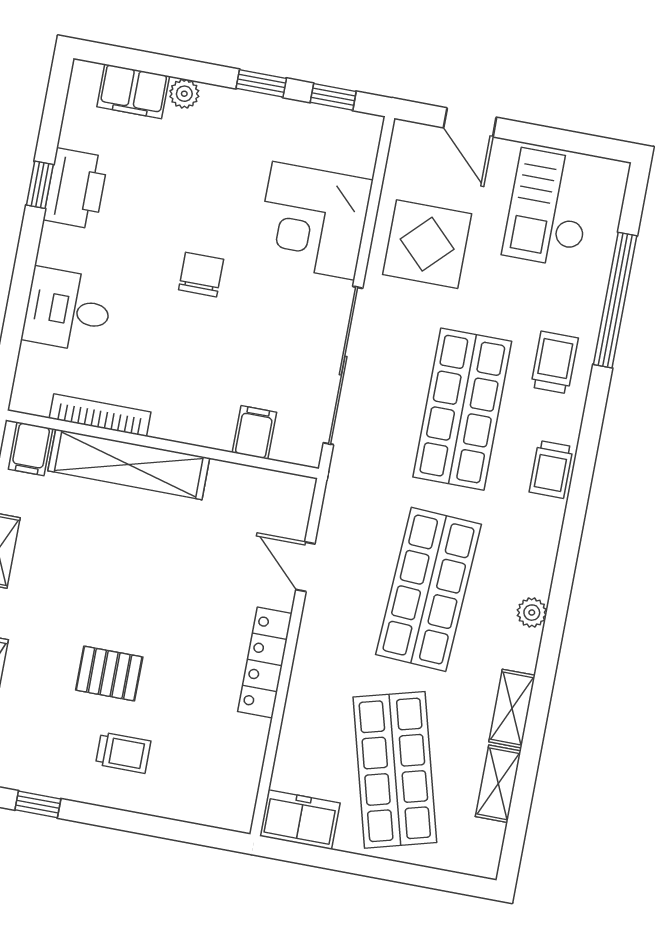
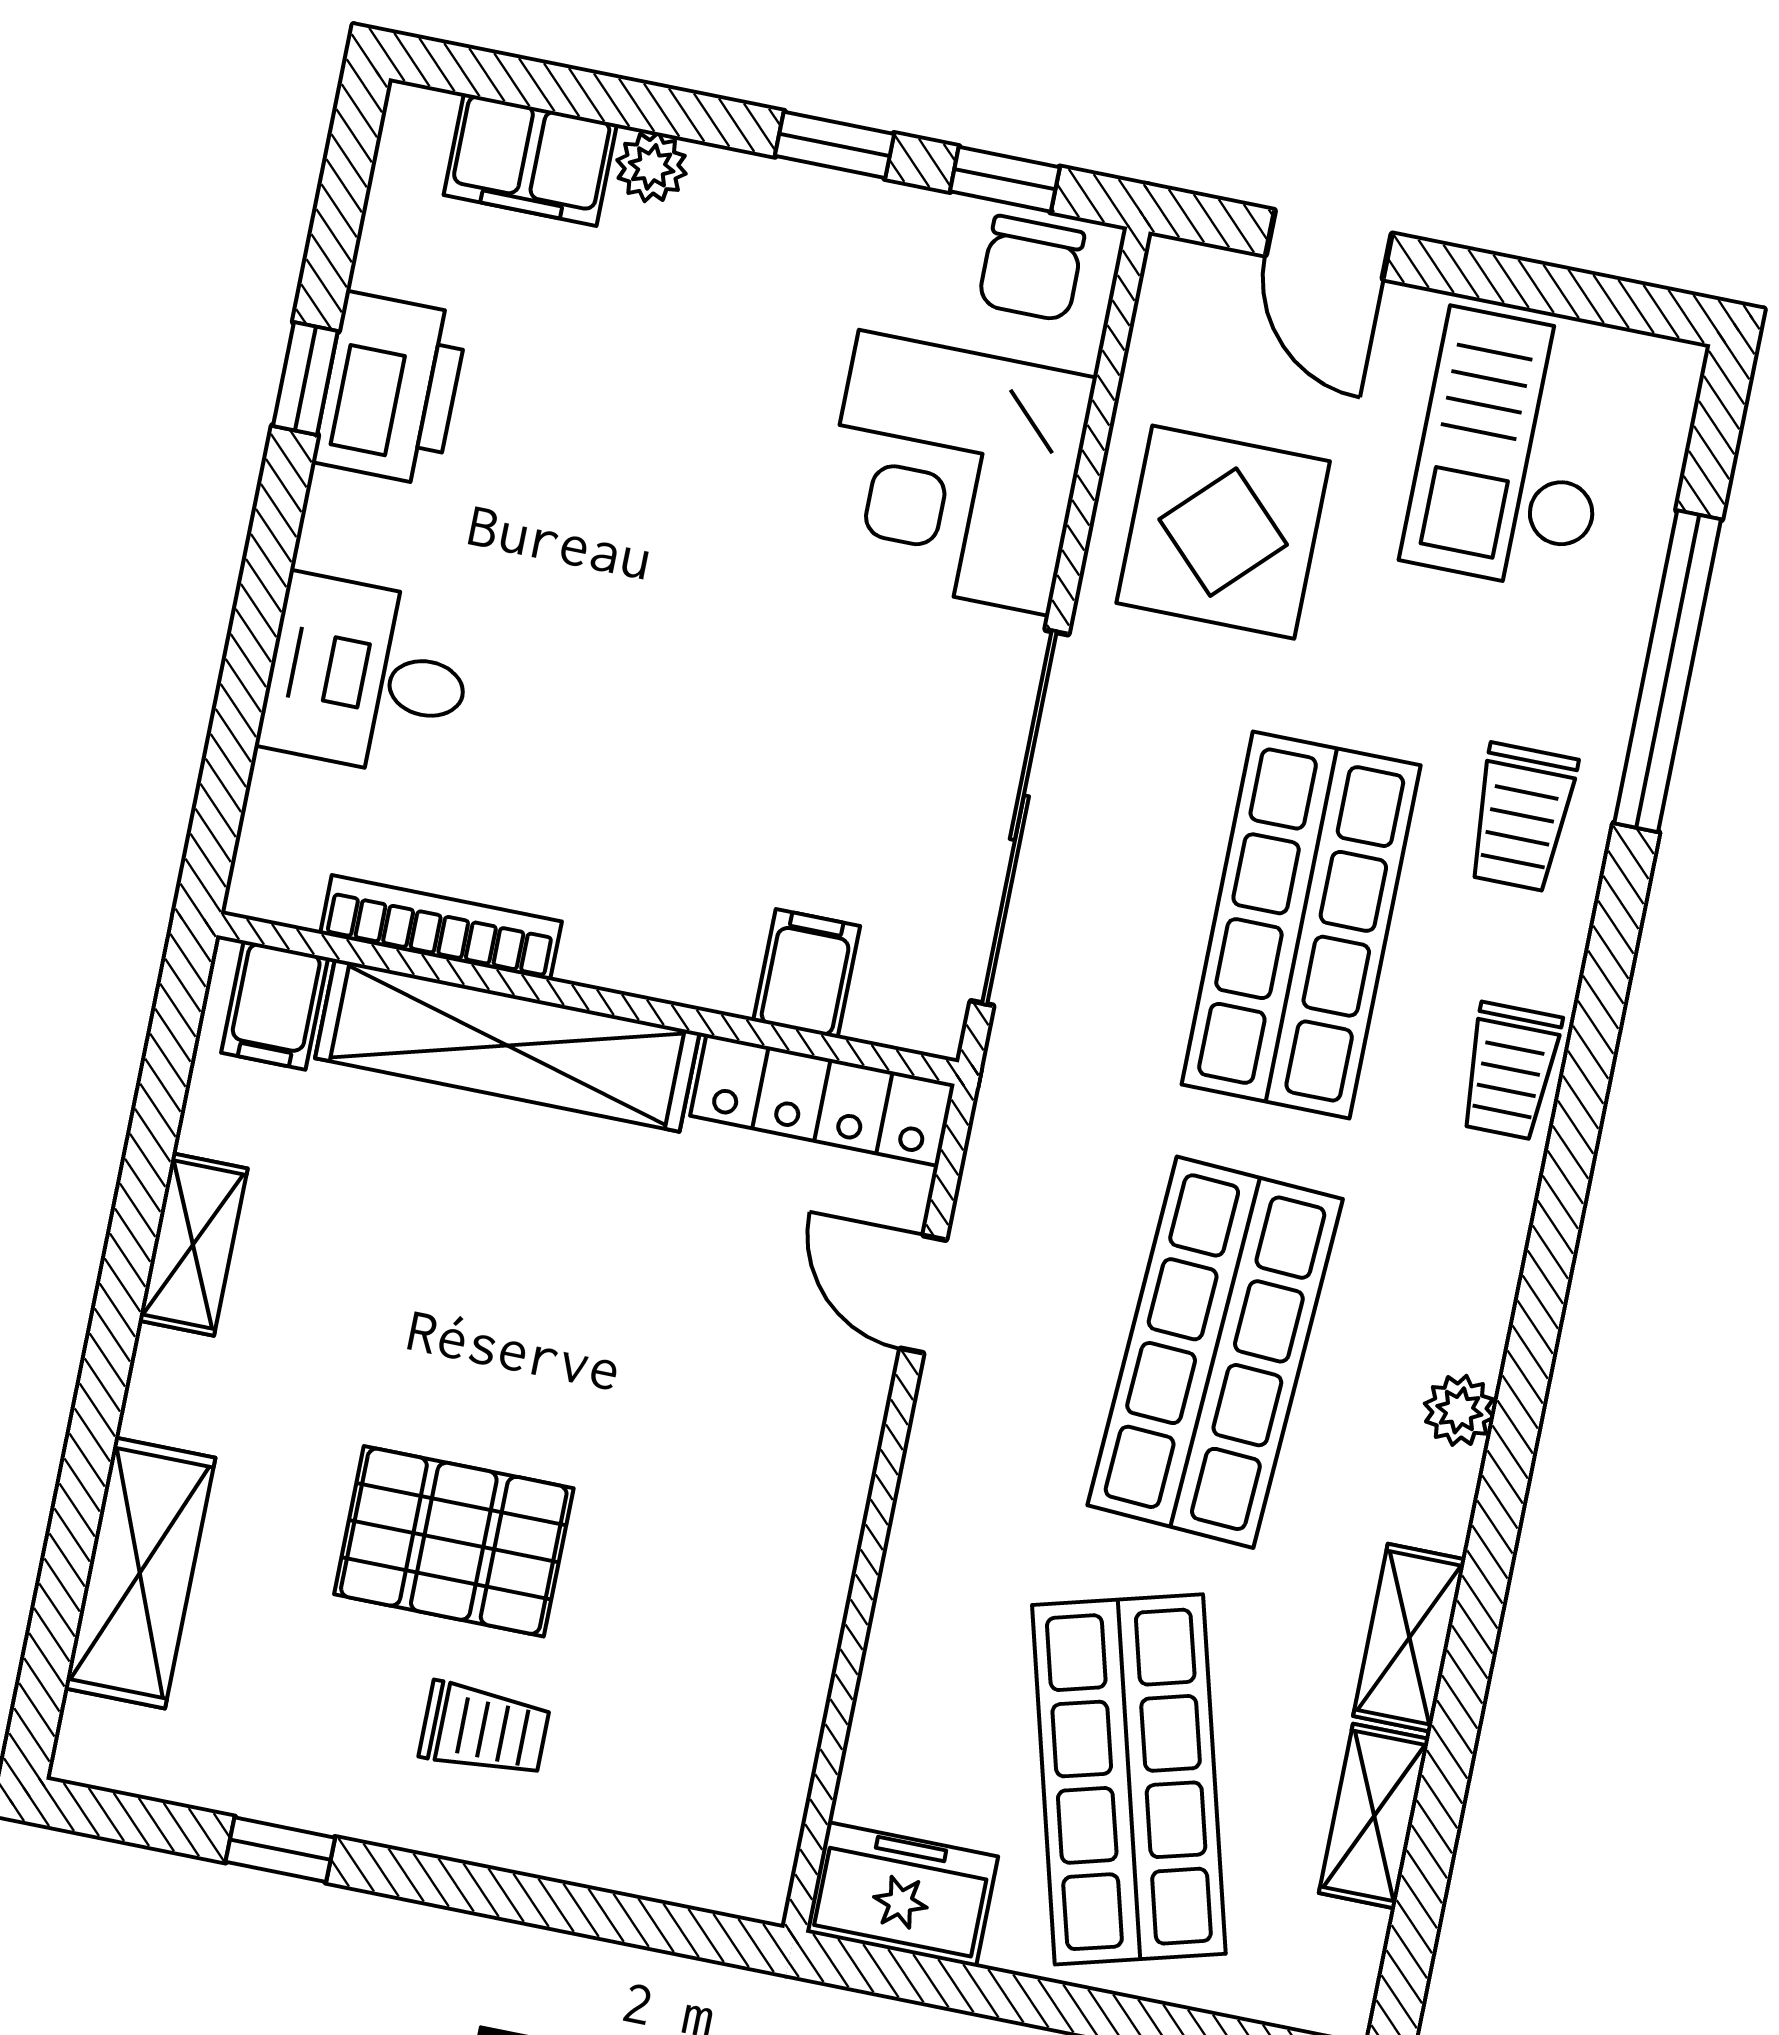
chair: (201, 275) -> (1031, 268), moved, turned 180
trolley: (554, 362) -> (1521, 817), turned 180
locker: (265, 663) -> (822, 1100), moved, turned -90
pallet: (109, 674) -> (454, 1541), width x1.50, depth x1.42

